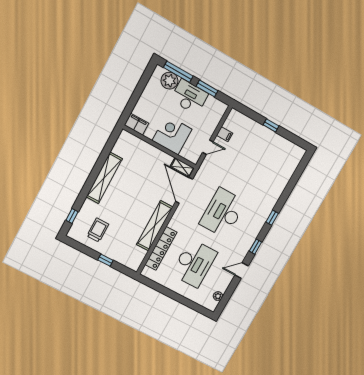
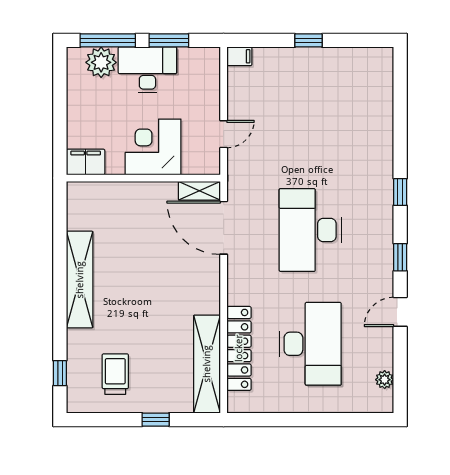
filing cabinet: (225, 134) -> (239, 56), moved
shelving: (155, 226) -> (207, 364), moved

